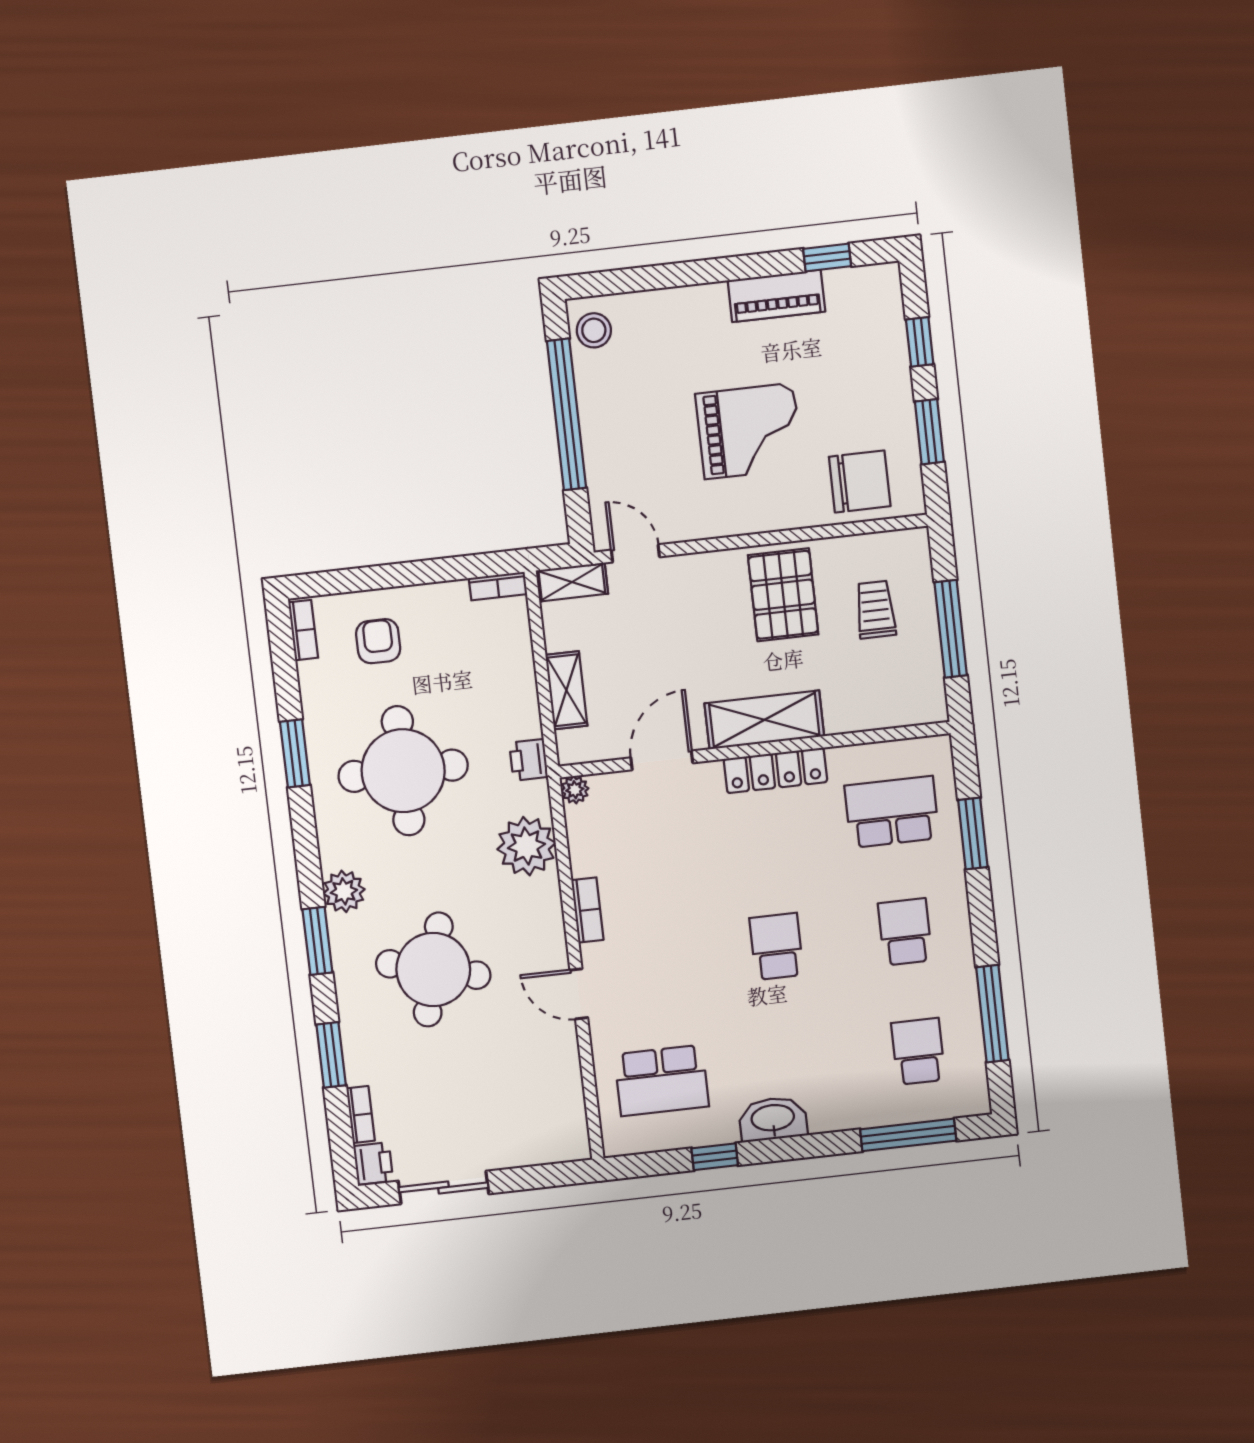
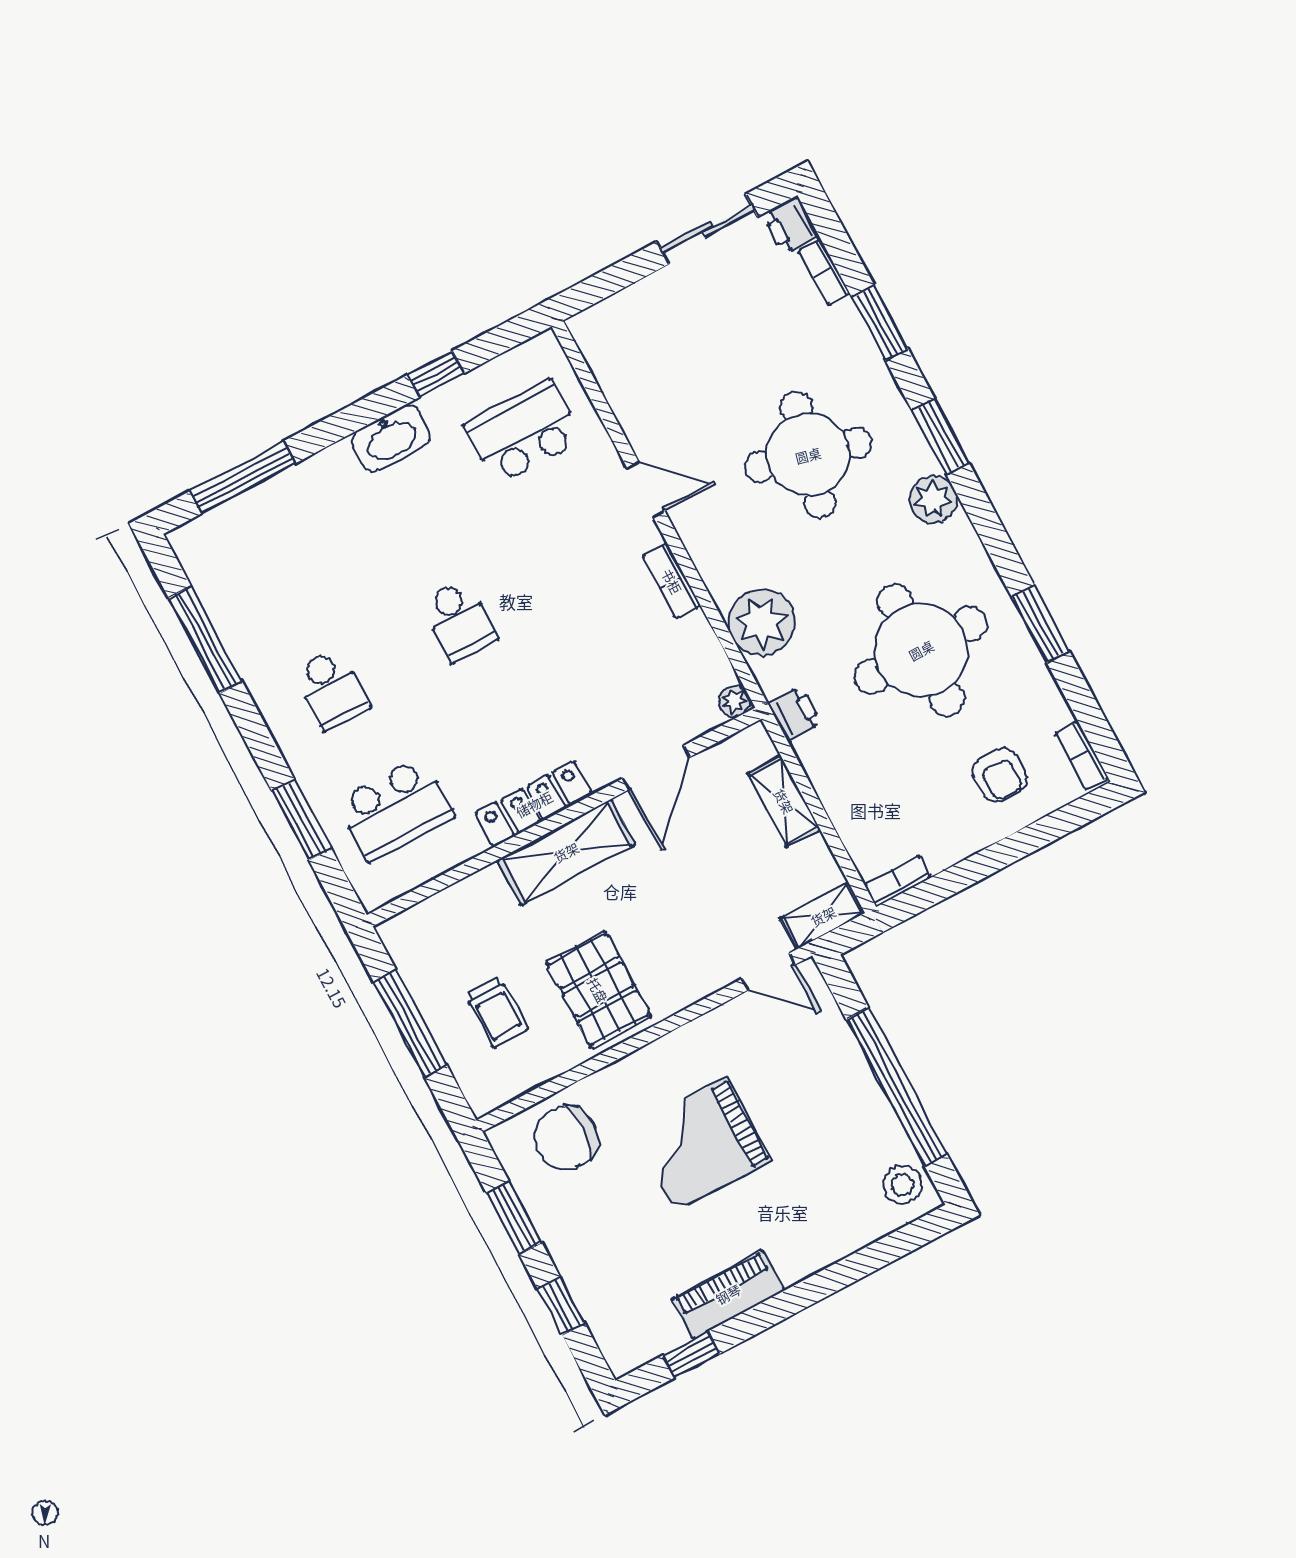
school desk: (918, 1051) -> (267, 569), removed

